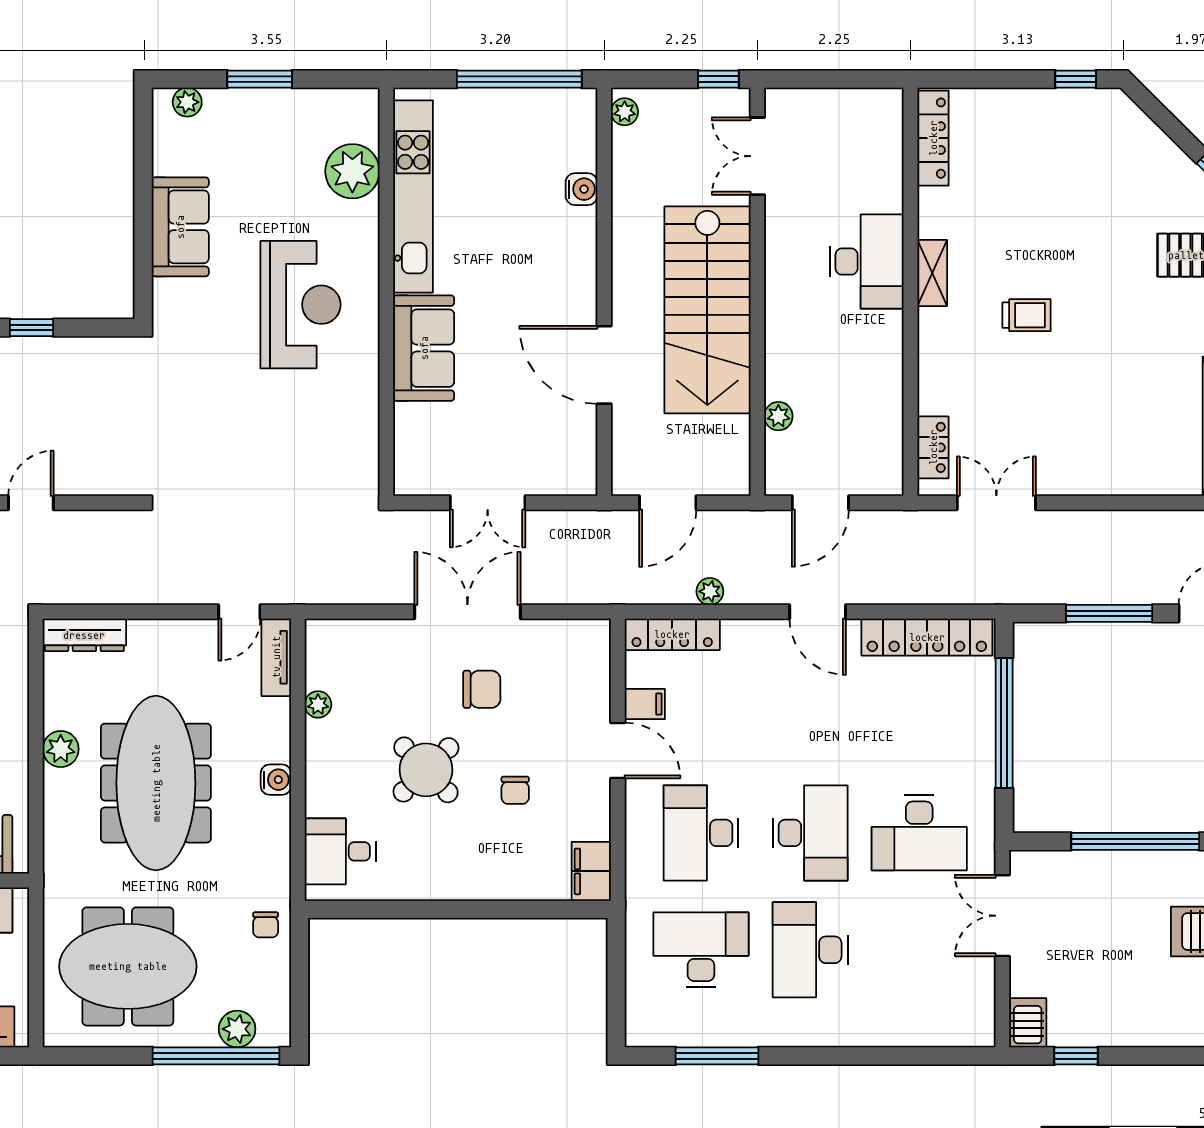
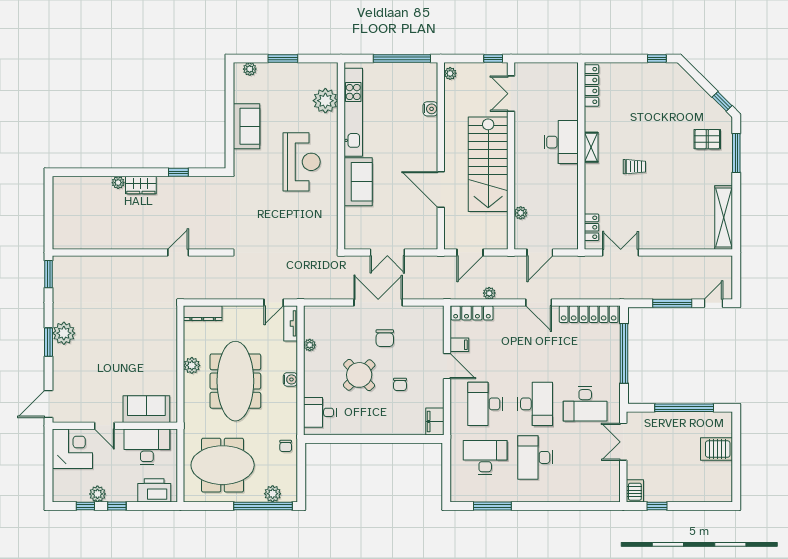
chair: (482, 689) -> (385, 338), turned 90

